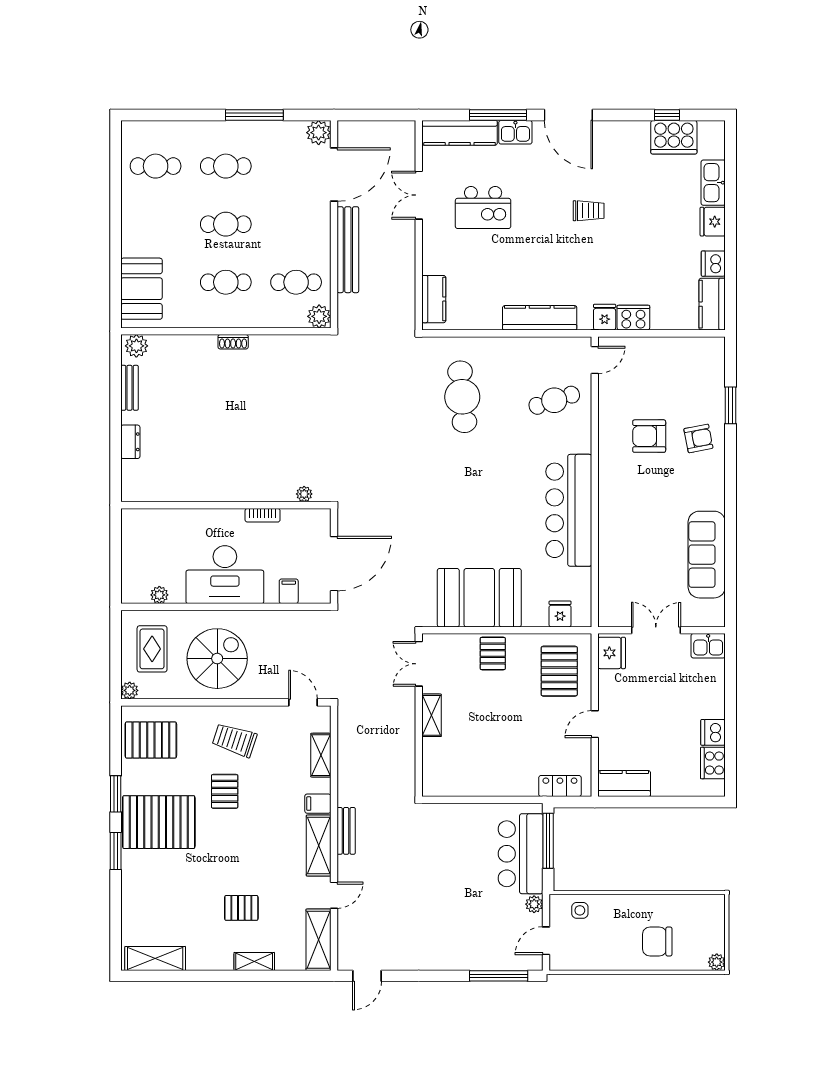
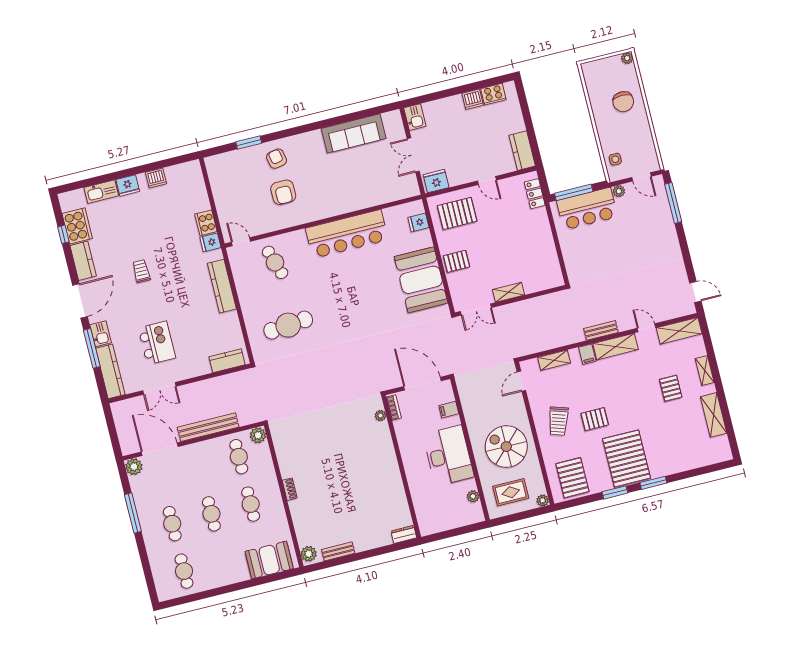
kitchen counter: (712, 304) -> (83, 261), moved, turned -90
dresser: (130, 442) -> (404, 534), moved
bookcase: (263, 515) -> (394, 408), moved
shelving: (155, 958) -> (714, 415), moved

